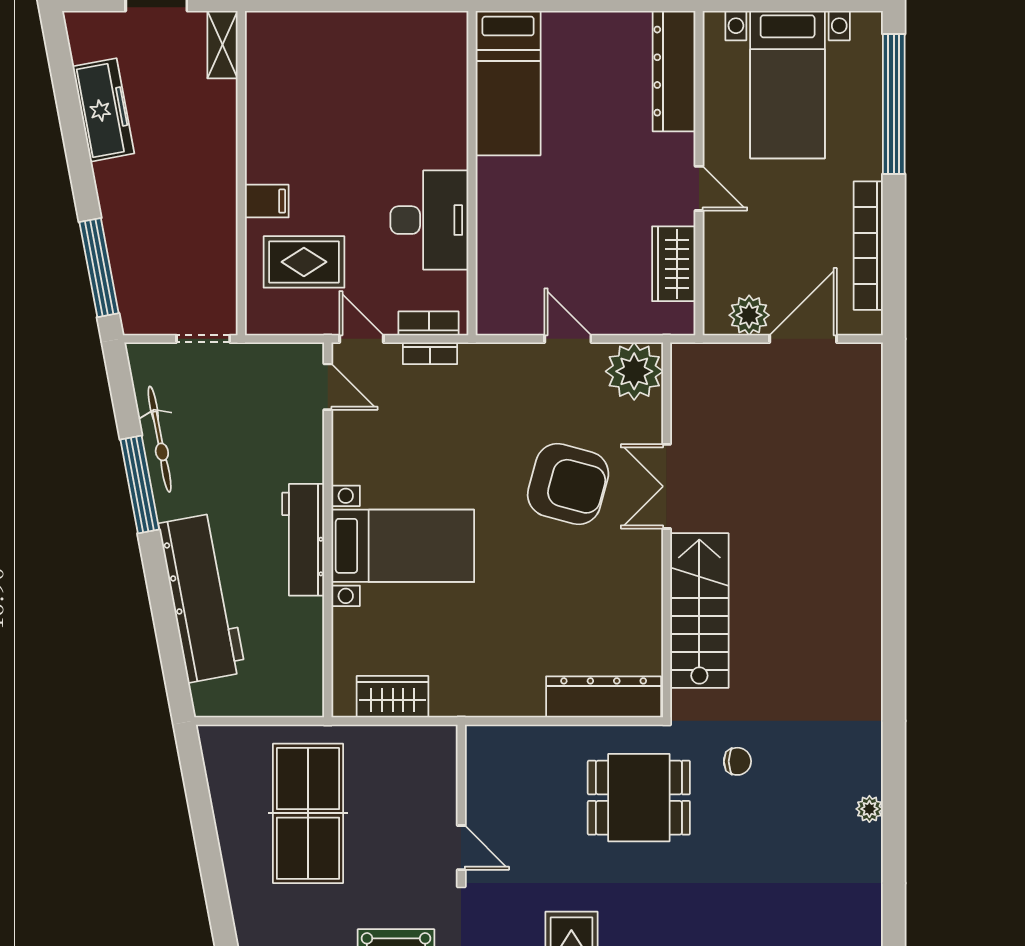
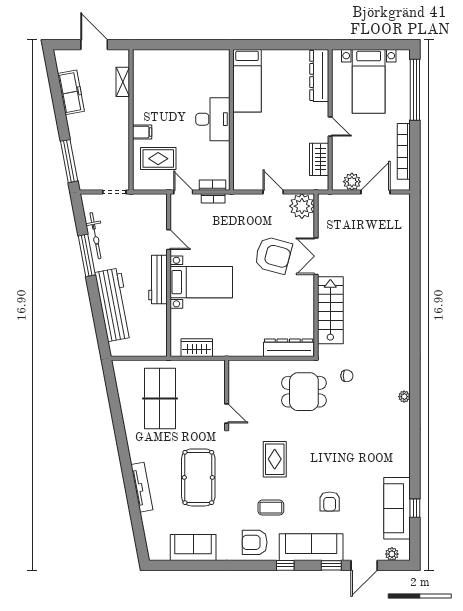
shelving: (223, 45) -> (123, 82), moved
desk: (429, 220) -> (213, 119), moved
door: (328, 387) -> (169, 240), moved

